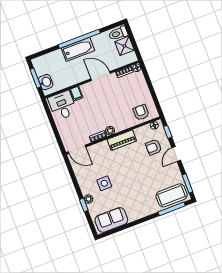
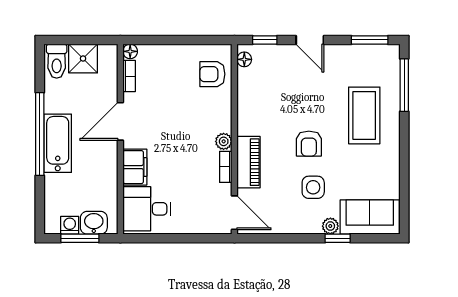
washing machine: (40, 71) -> (70, 225), added
filing cabinet: (76, 93) -> (135, 167), width x2.00
piano: (122, 140) -> (248, 162), moved
armchair: (154, 147) -> (309, 144), moved
door: (77, 149) -> (234, 213), hinge flipped
coffee table: (172, 195) -> (364, 115), moved
sofa: (111, 220) -> (370, 217), moved, turned 90

